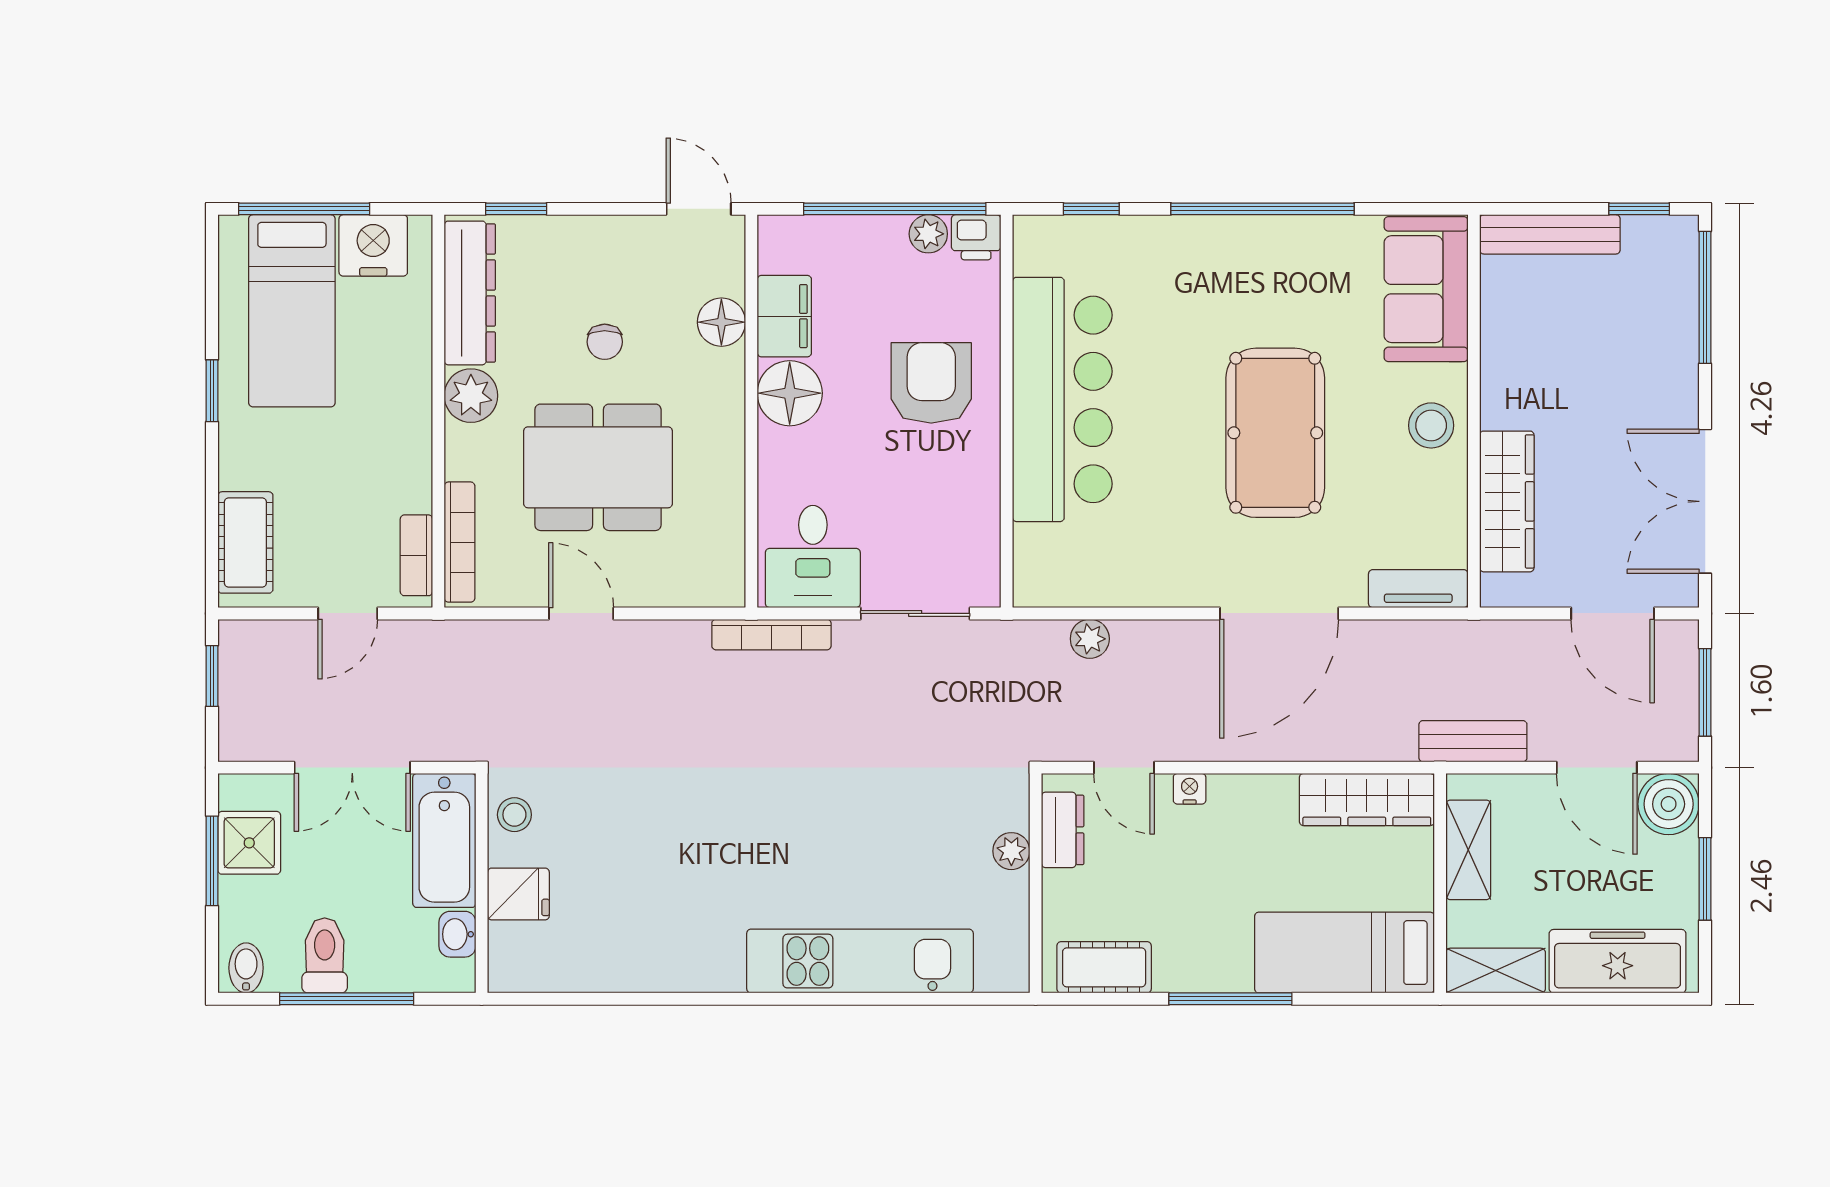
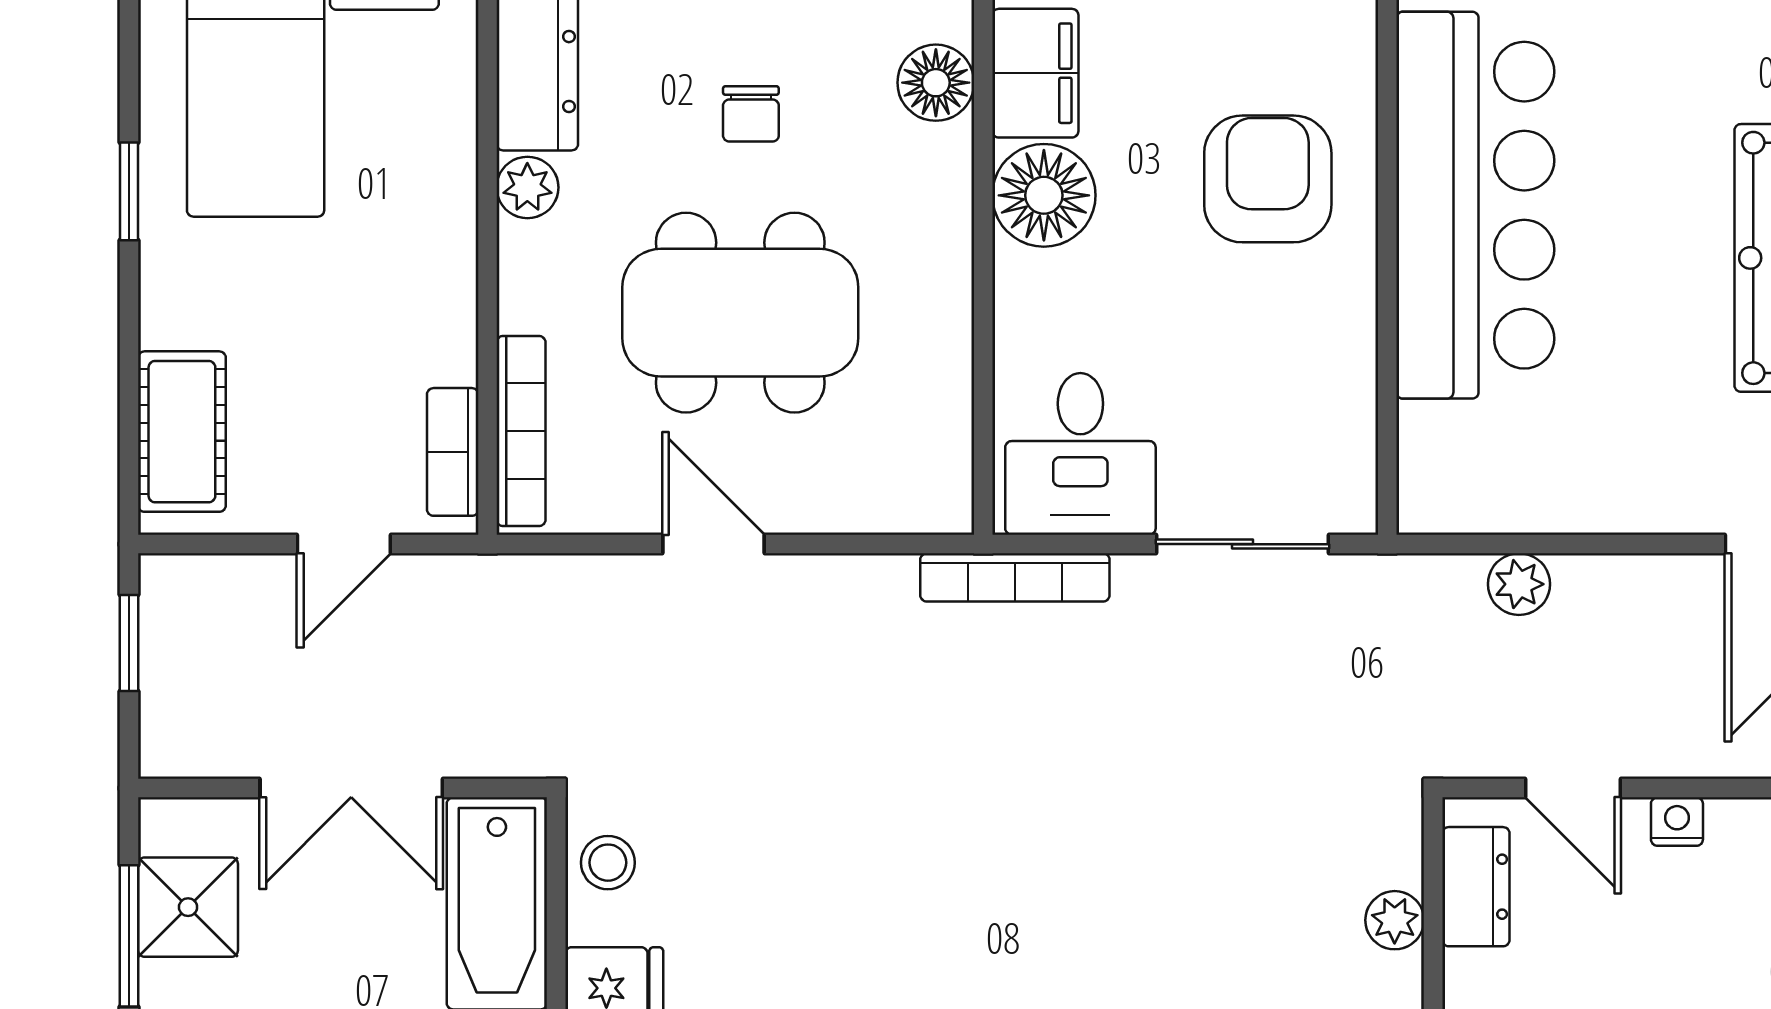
plant: (471, 396) -> (527, 187), width x0.73, depth x0.73

